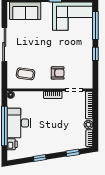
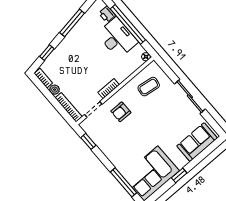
window: (95, 54) -> (88, 141), moved
window: (40, 158) -> (72, 23), width x2.17

